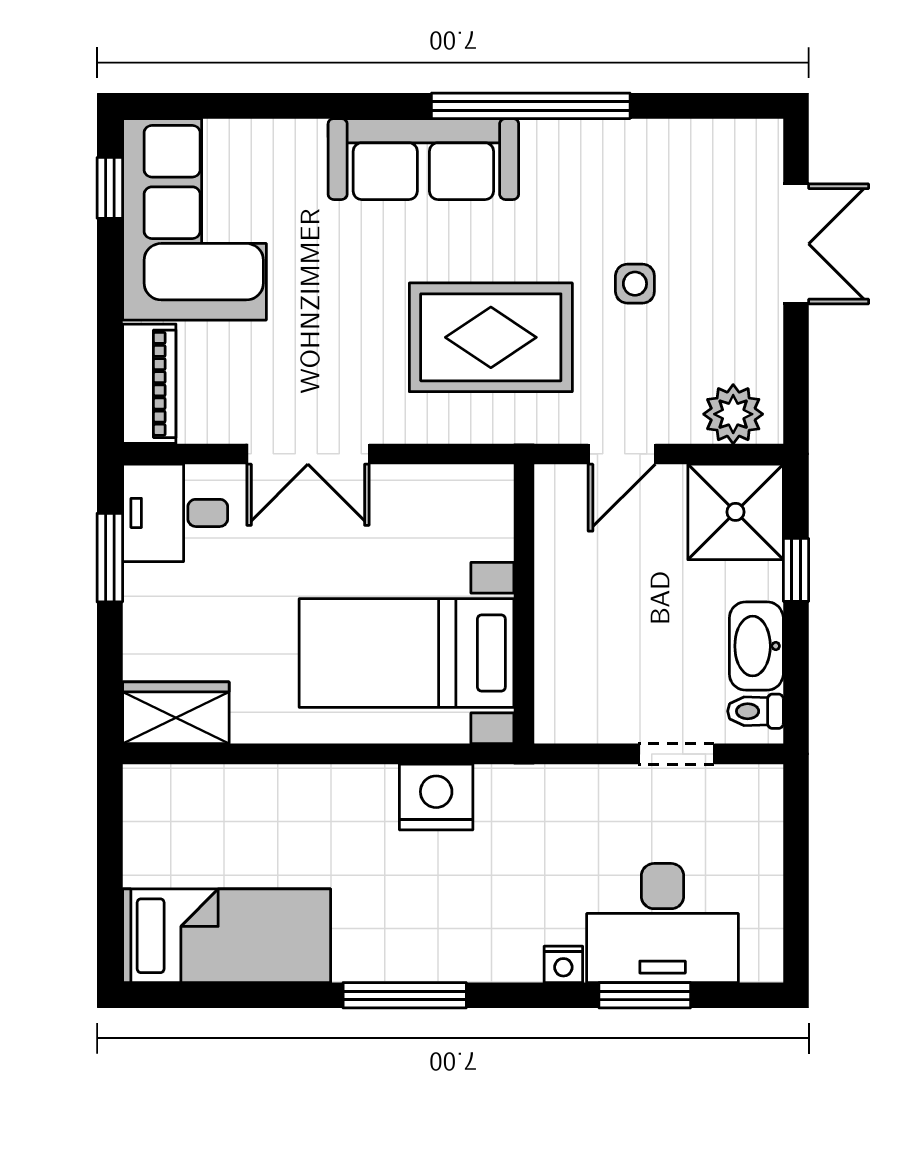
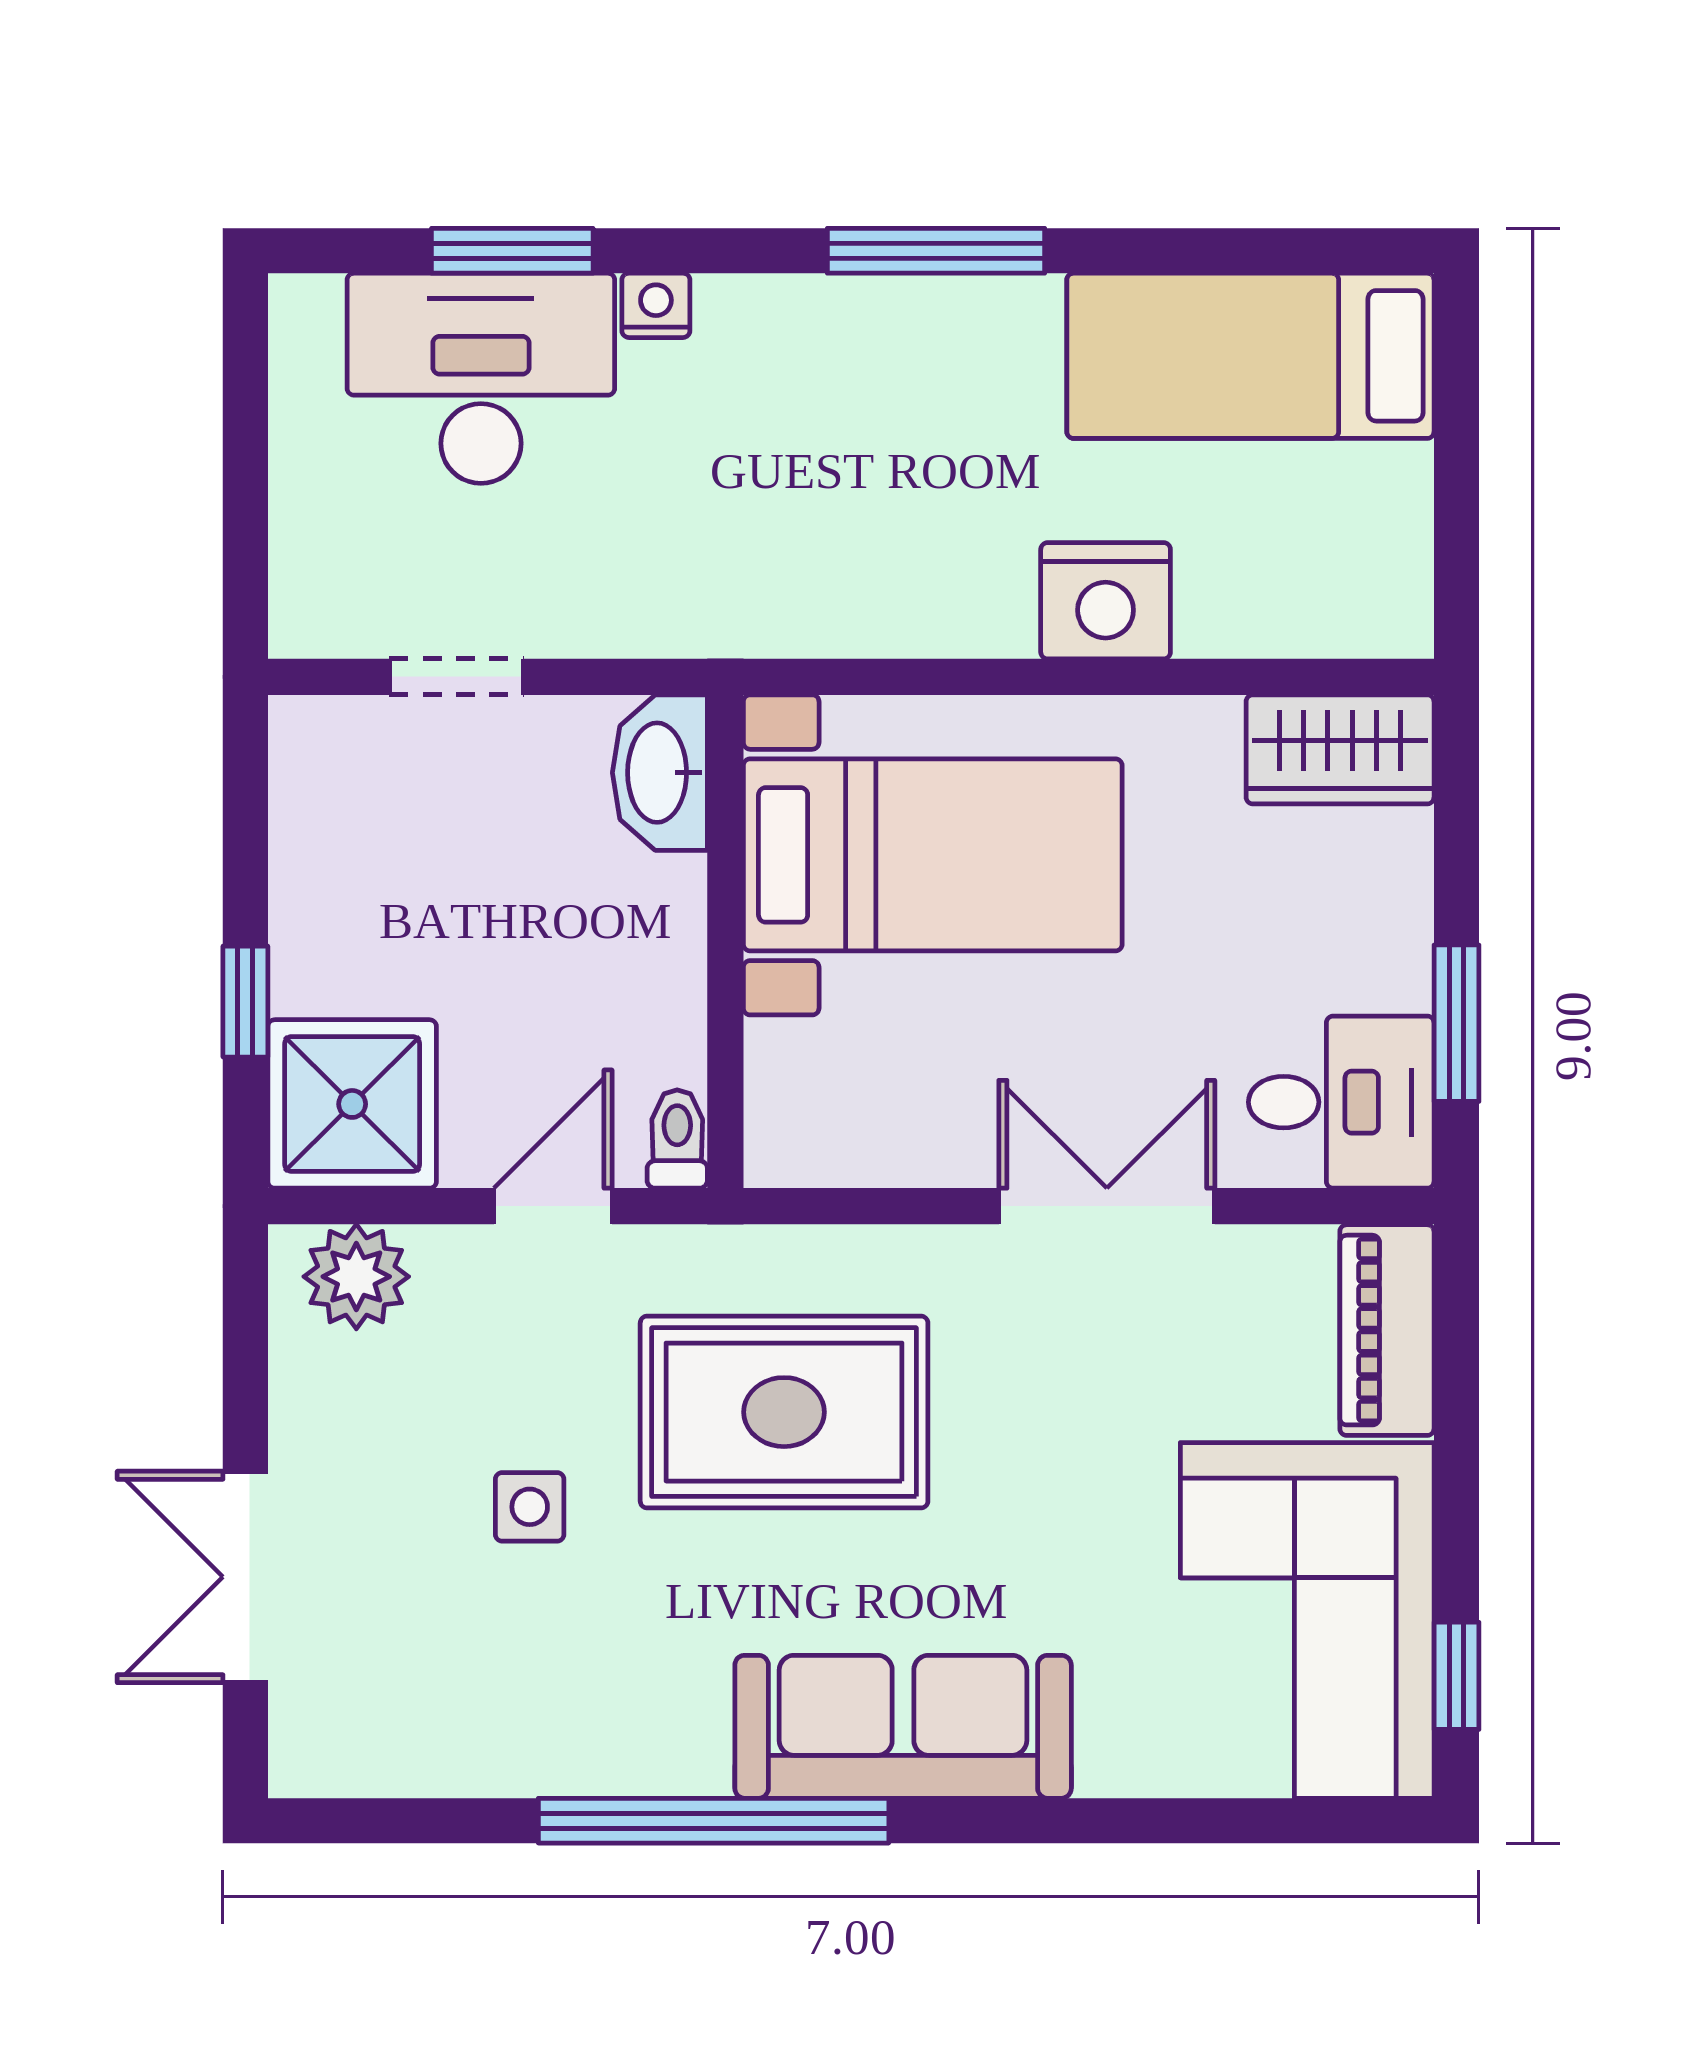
washbasin: (756, 646) -> (660, 773), moved, turned 180
toilet: (755, 711) -> (677, 1139), moved, turned -90
nightstand: (436, 797) -> (1106, 601), moved

